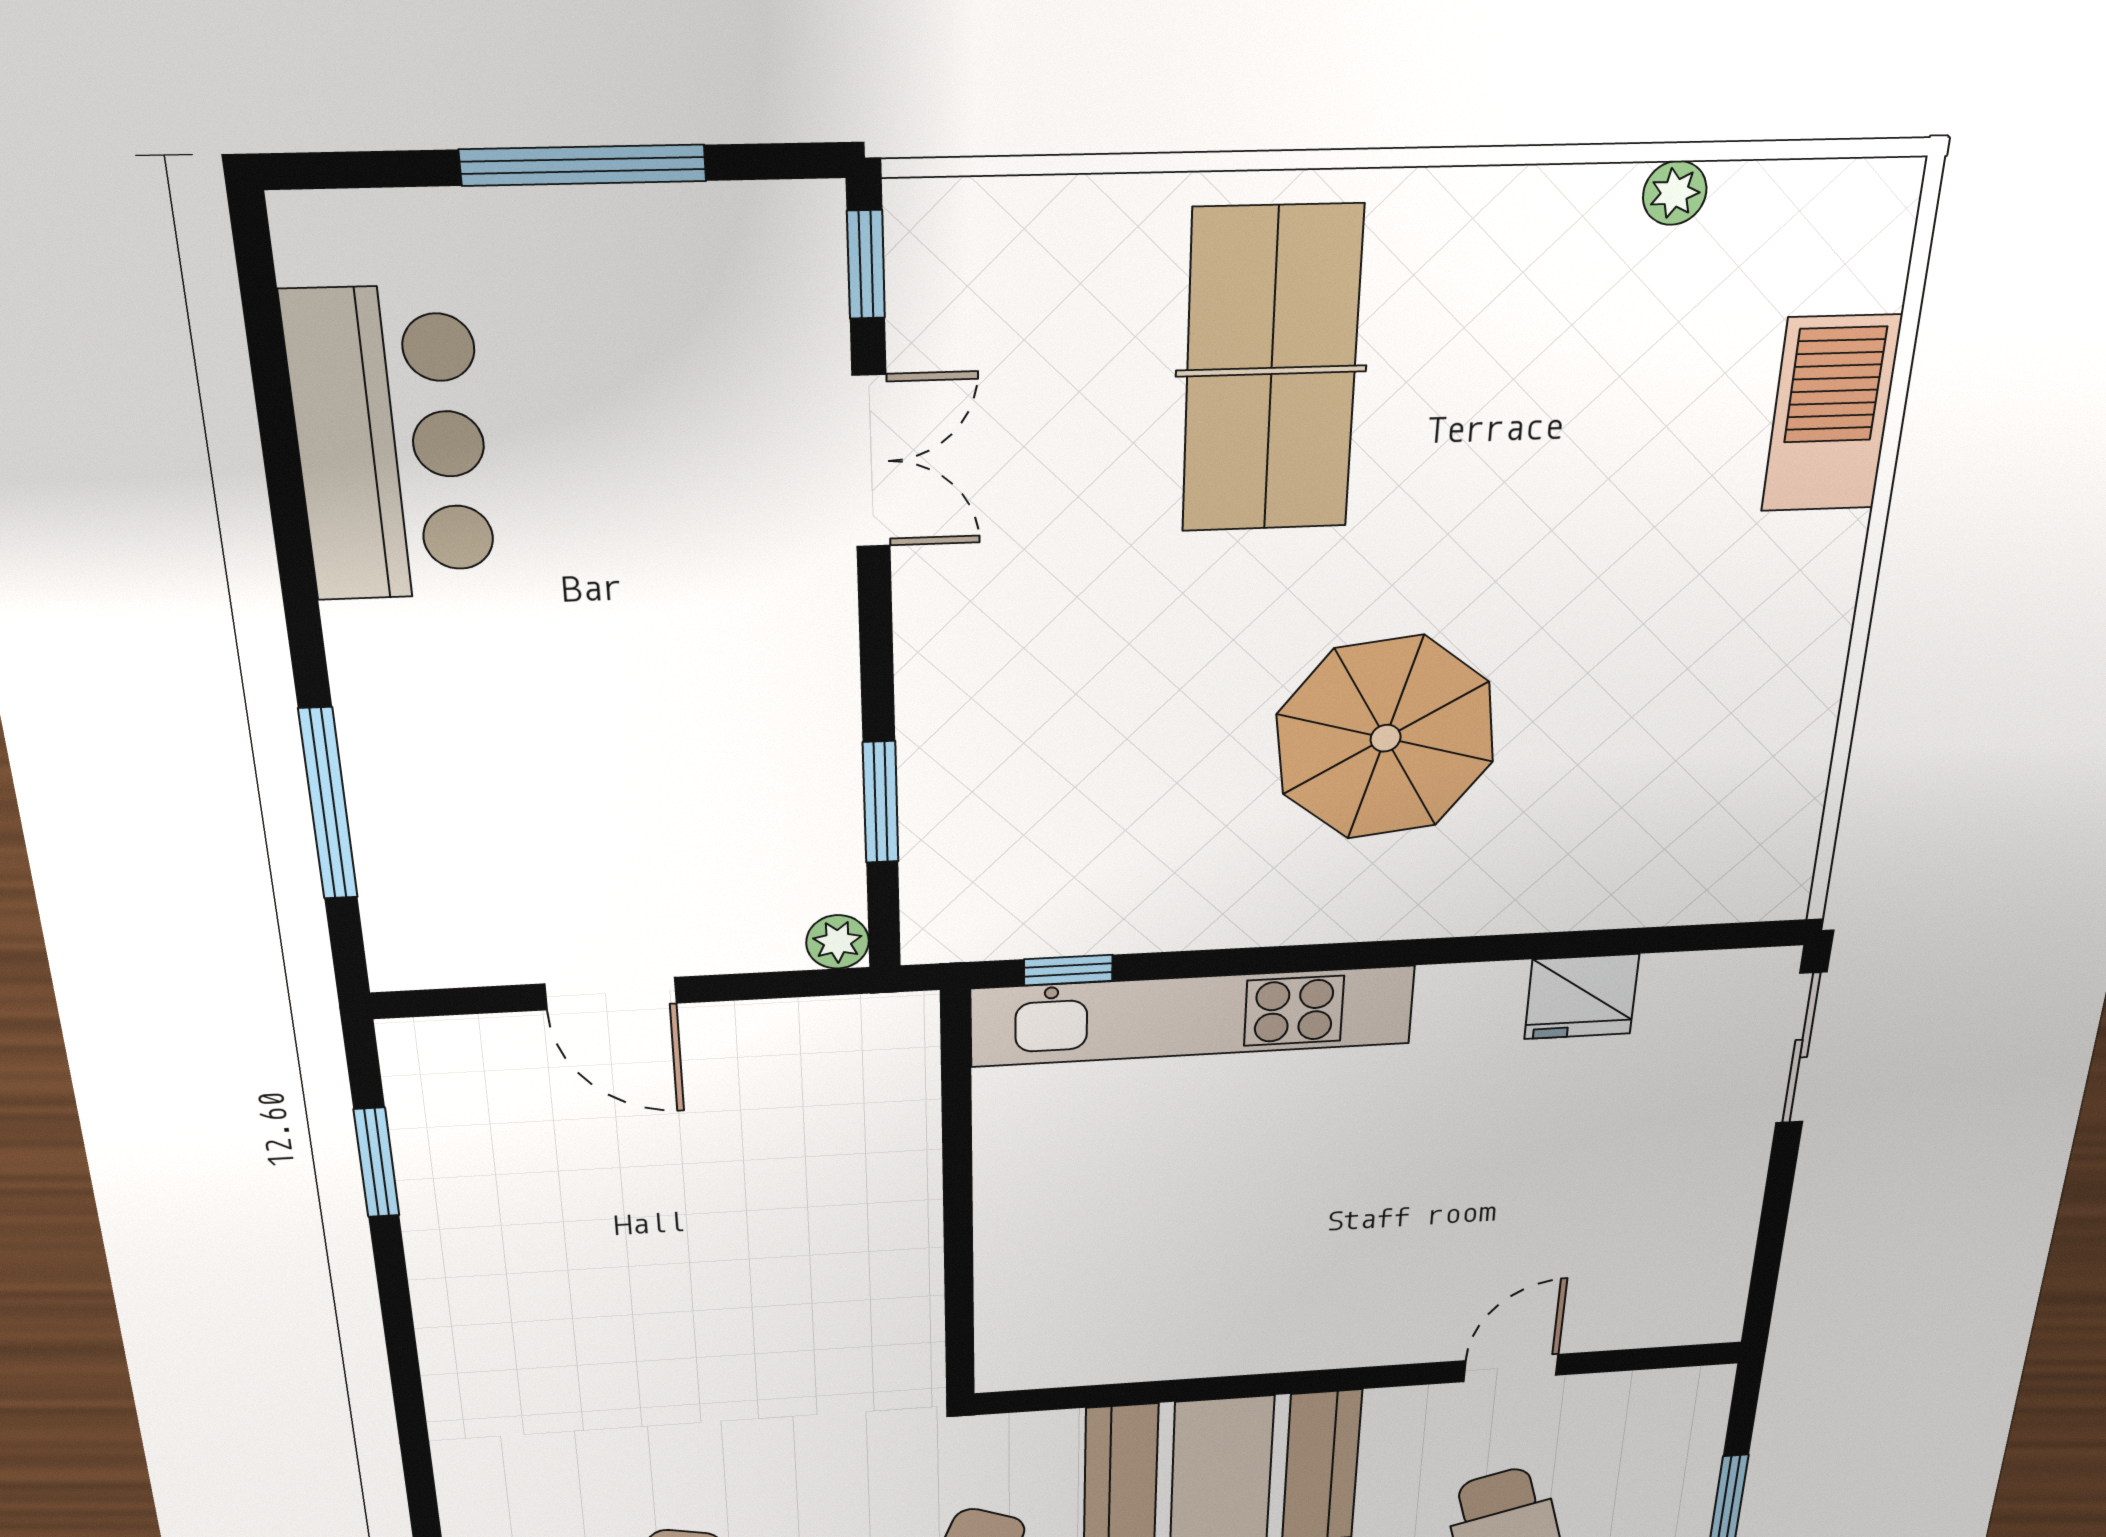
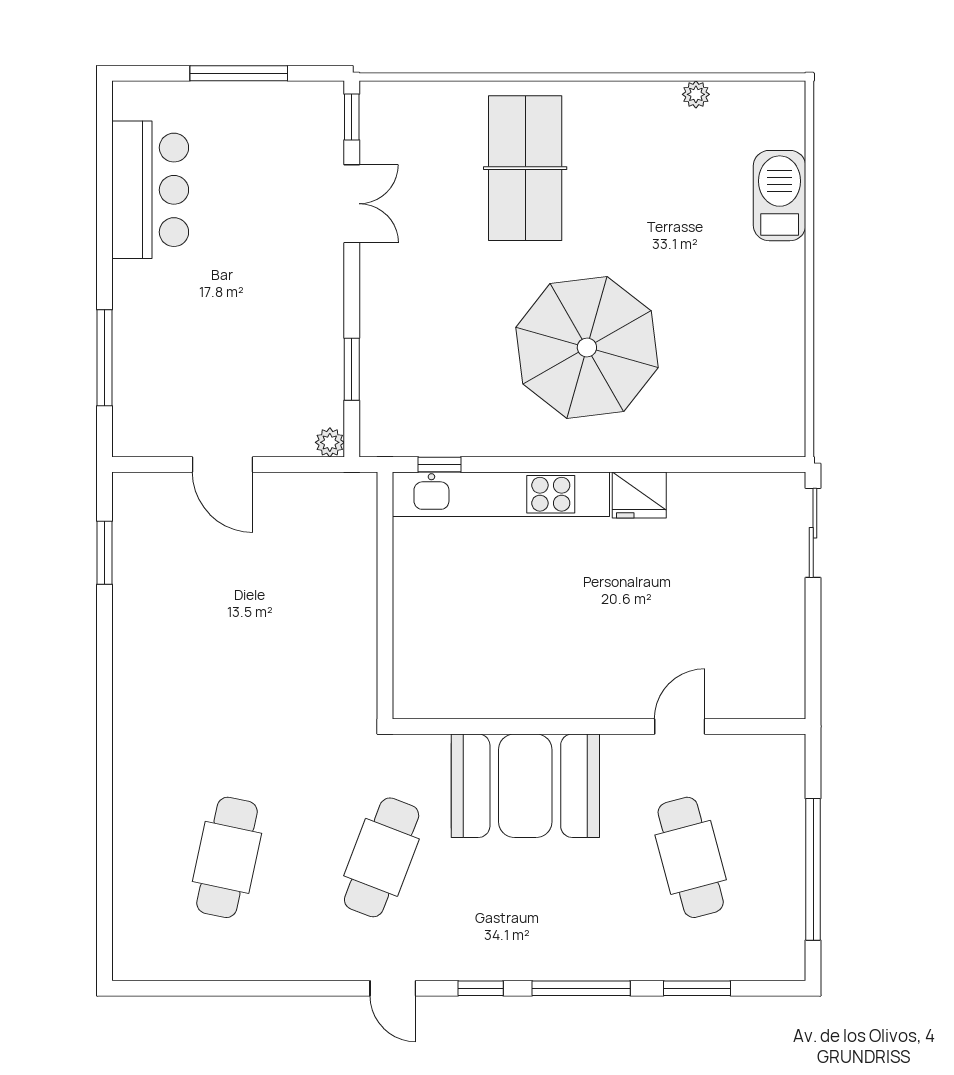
parasol: (1386, 738) -> (587, 347), width x1.36, depth x1.36
fridge: (1582, 997) -> (639, 495), moved

